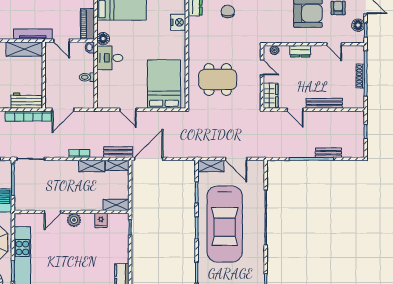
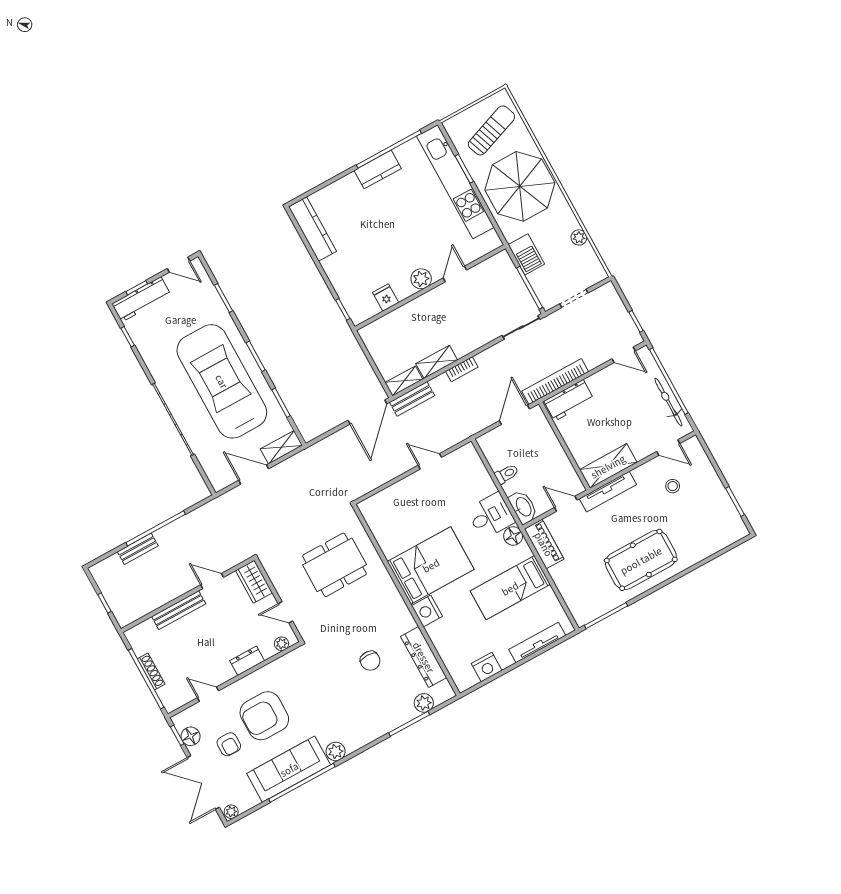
washbasin: (90, 47) -> (523, 507), width x1.91, depth x1.45
bed: (164, 84) -> (431, 565), moved, turned -90
shelving: (116, 205) -> (377, 328), removed

